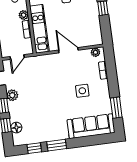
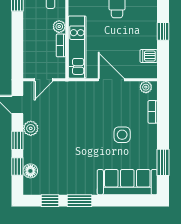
dishwasher: (94, 28) -> (149, 56), added

